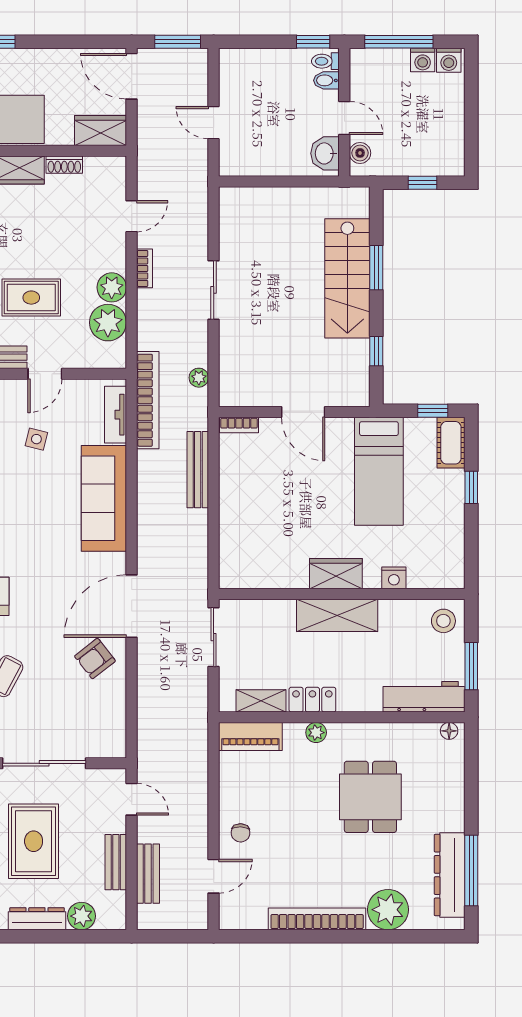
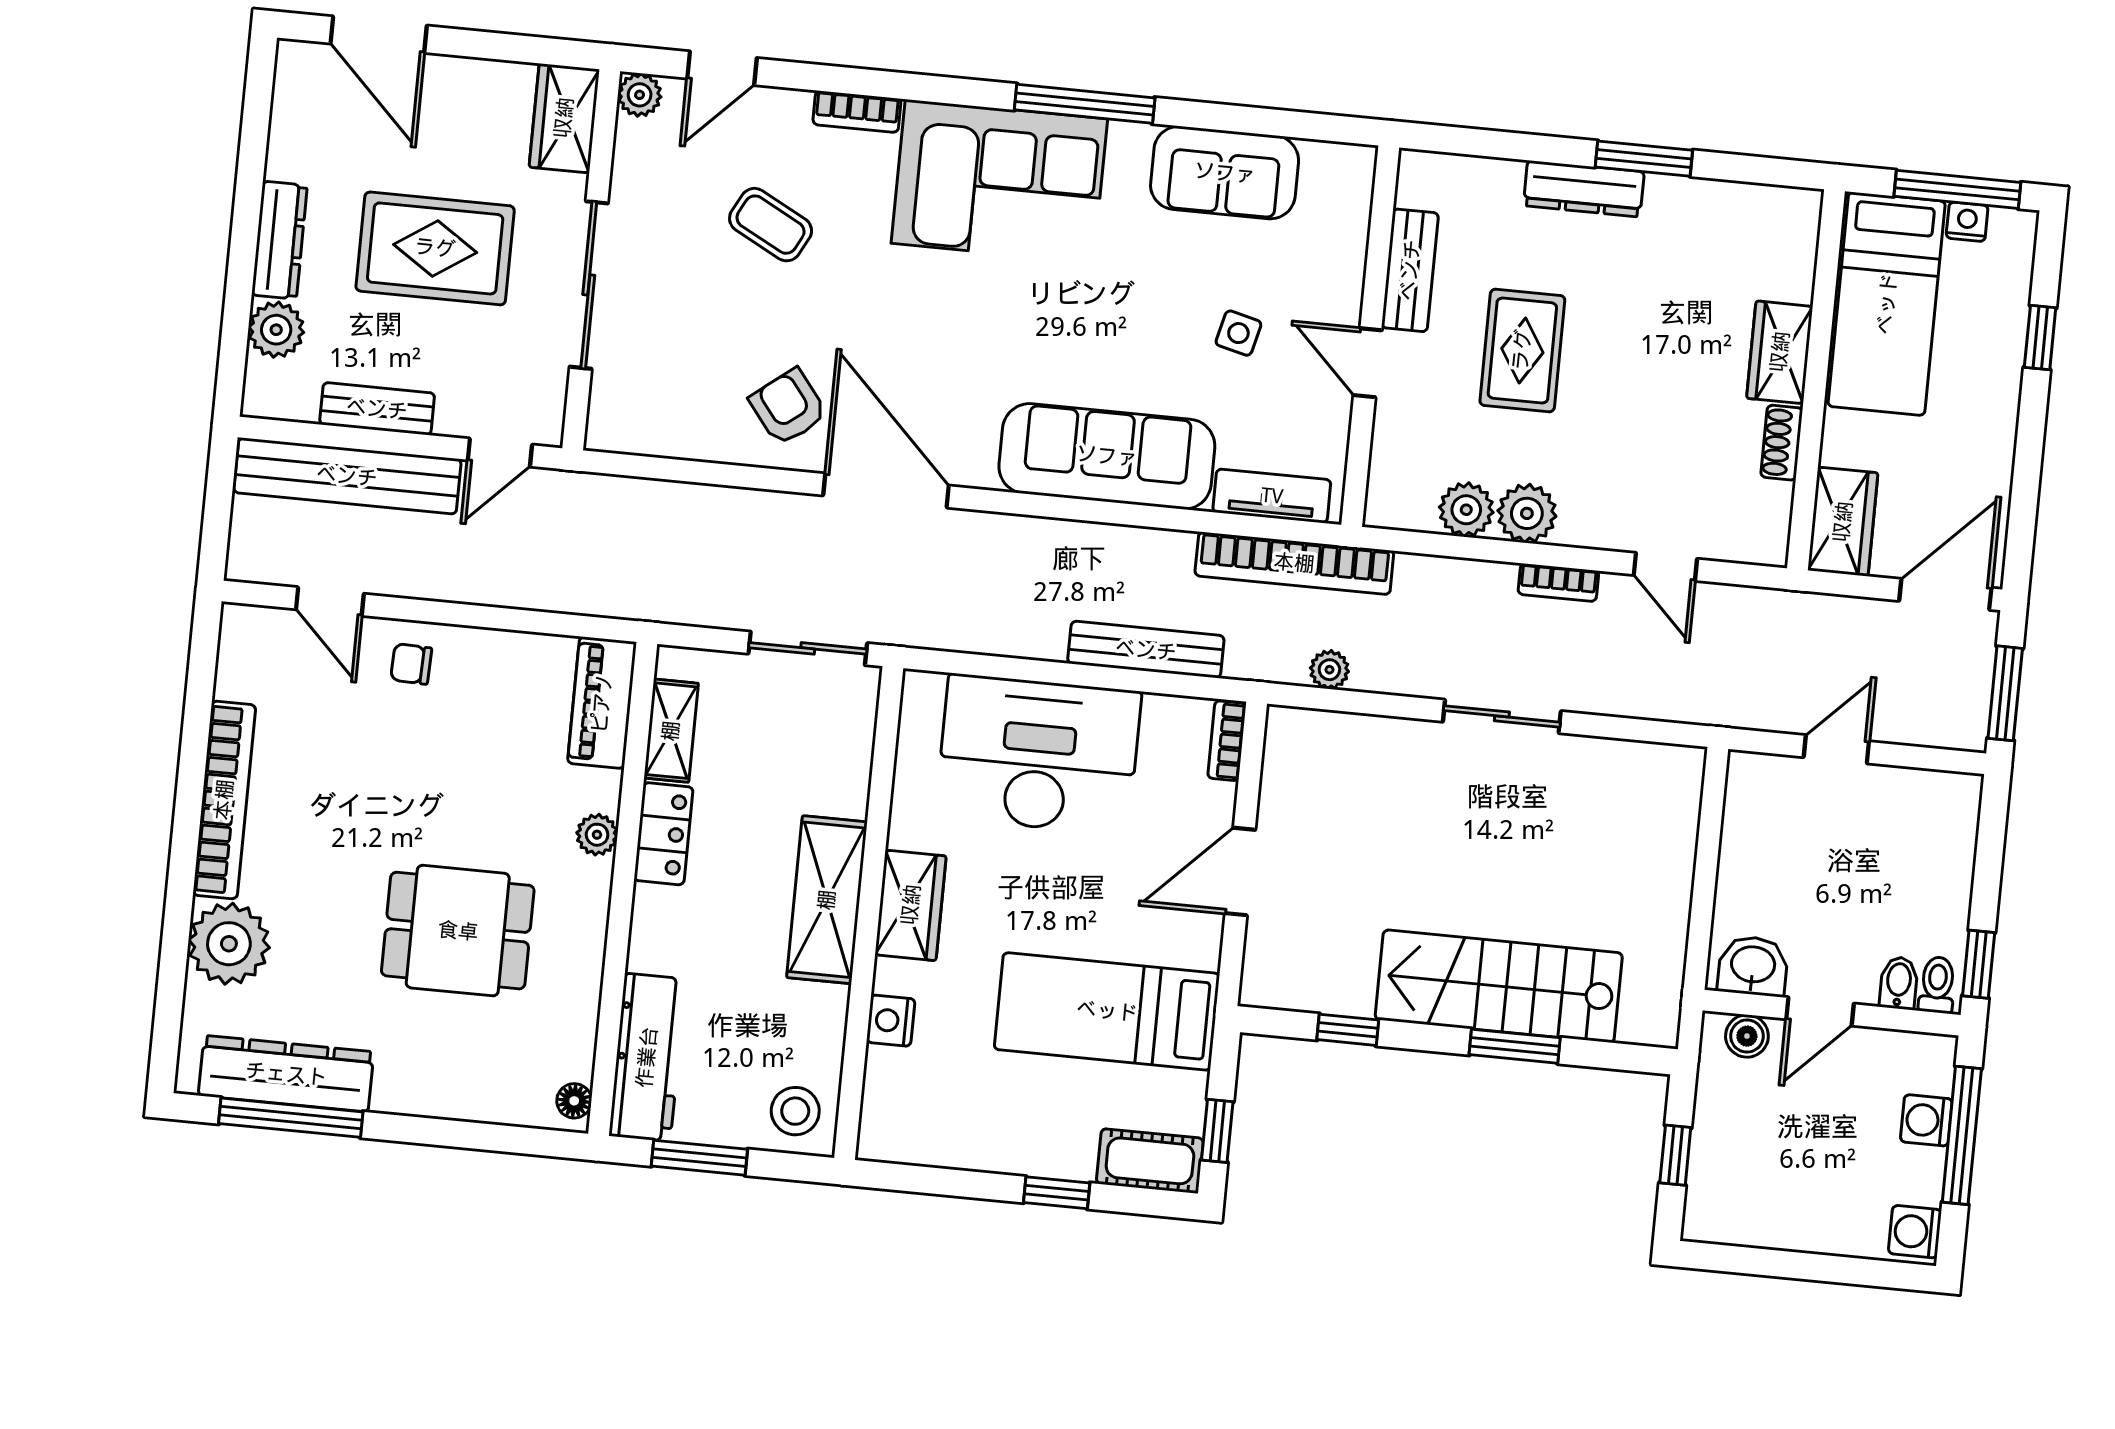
washing machine: (423, 60) -> (1926, 1120), moved
plant: (108, 323) -> (1466, 510), width x0.73, depth x0.73
desk: (255, 518) -> (1038, 754), added
bench: (148, 874) -> (347, 476), width x1.86, depth x1.21

